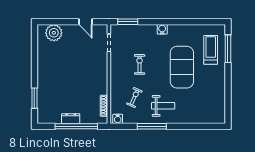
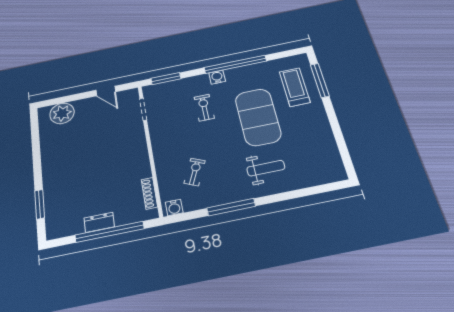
window: (176, 22) -> (235, 64), added
exercise bike: (140, 64) -> (204, 108), moved
weight bench: (163, 106) -> (266, 168), moved

